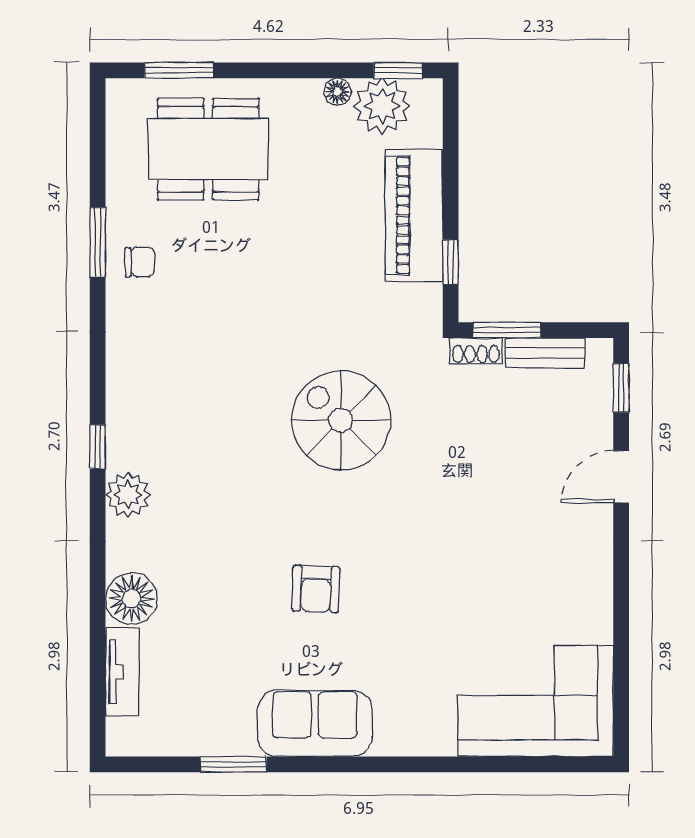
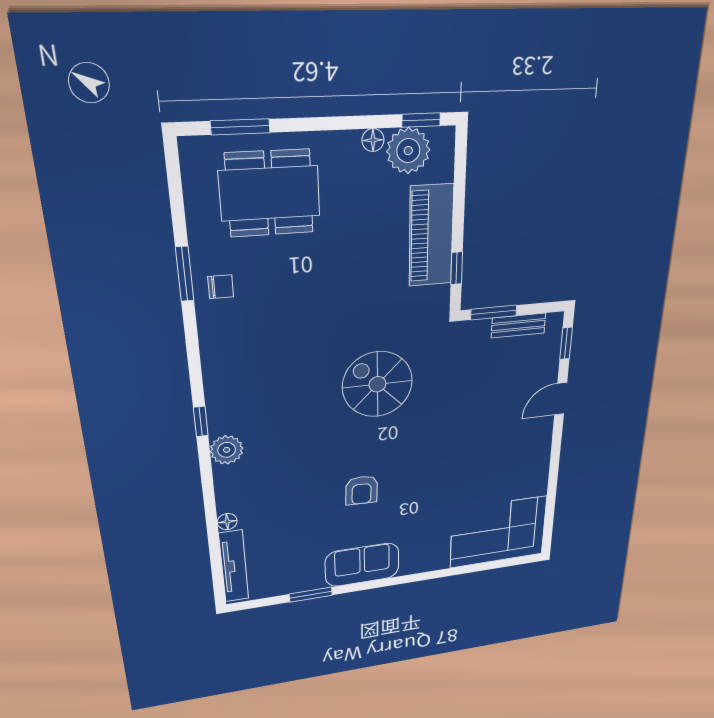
shoe rack: (476, 351) -> (472, 328), removed
floor lamp: (131, 599) -> (227, 522), width x0.53, depth x0.53
tv unit: (122, 672) -> (234, 566), width x1.41

